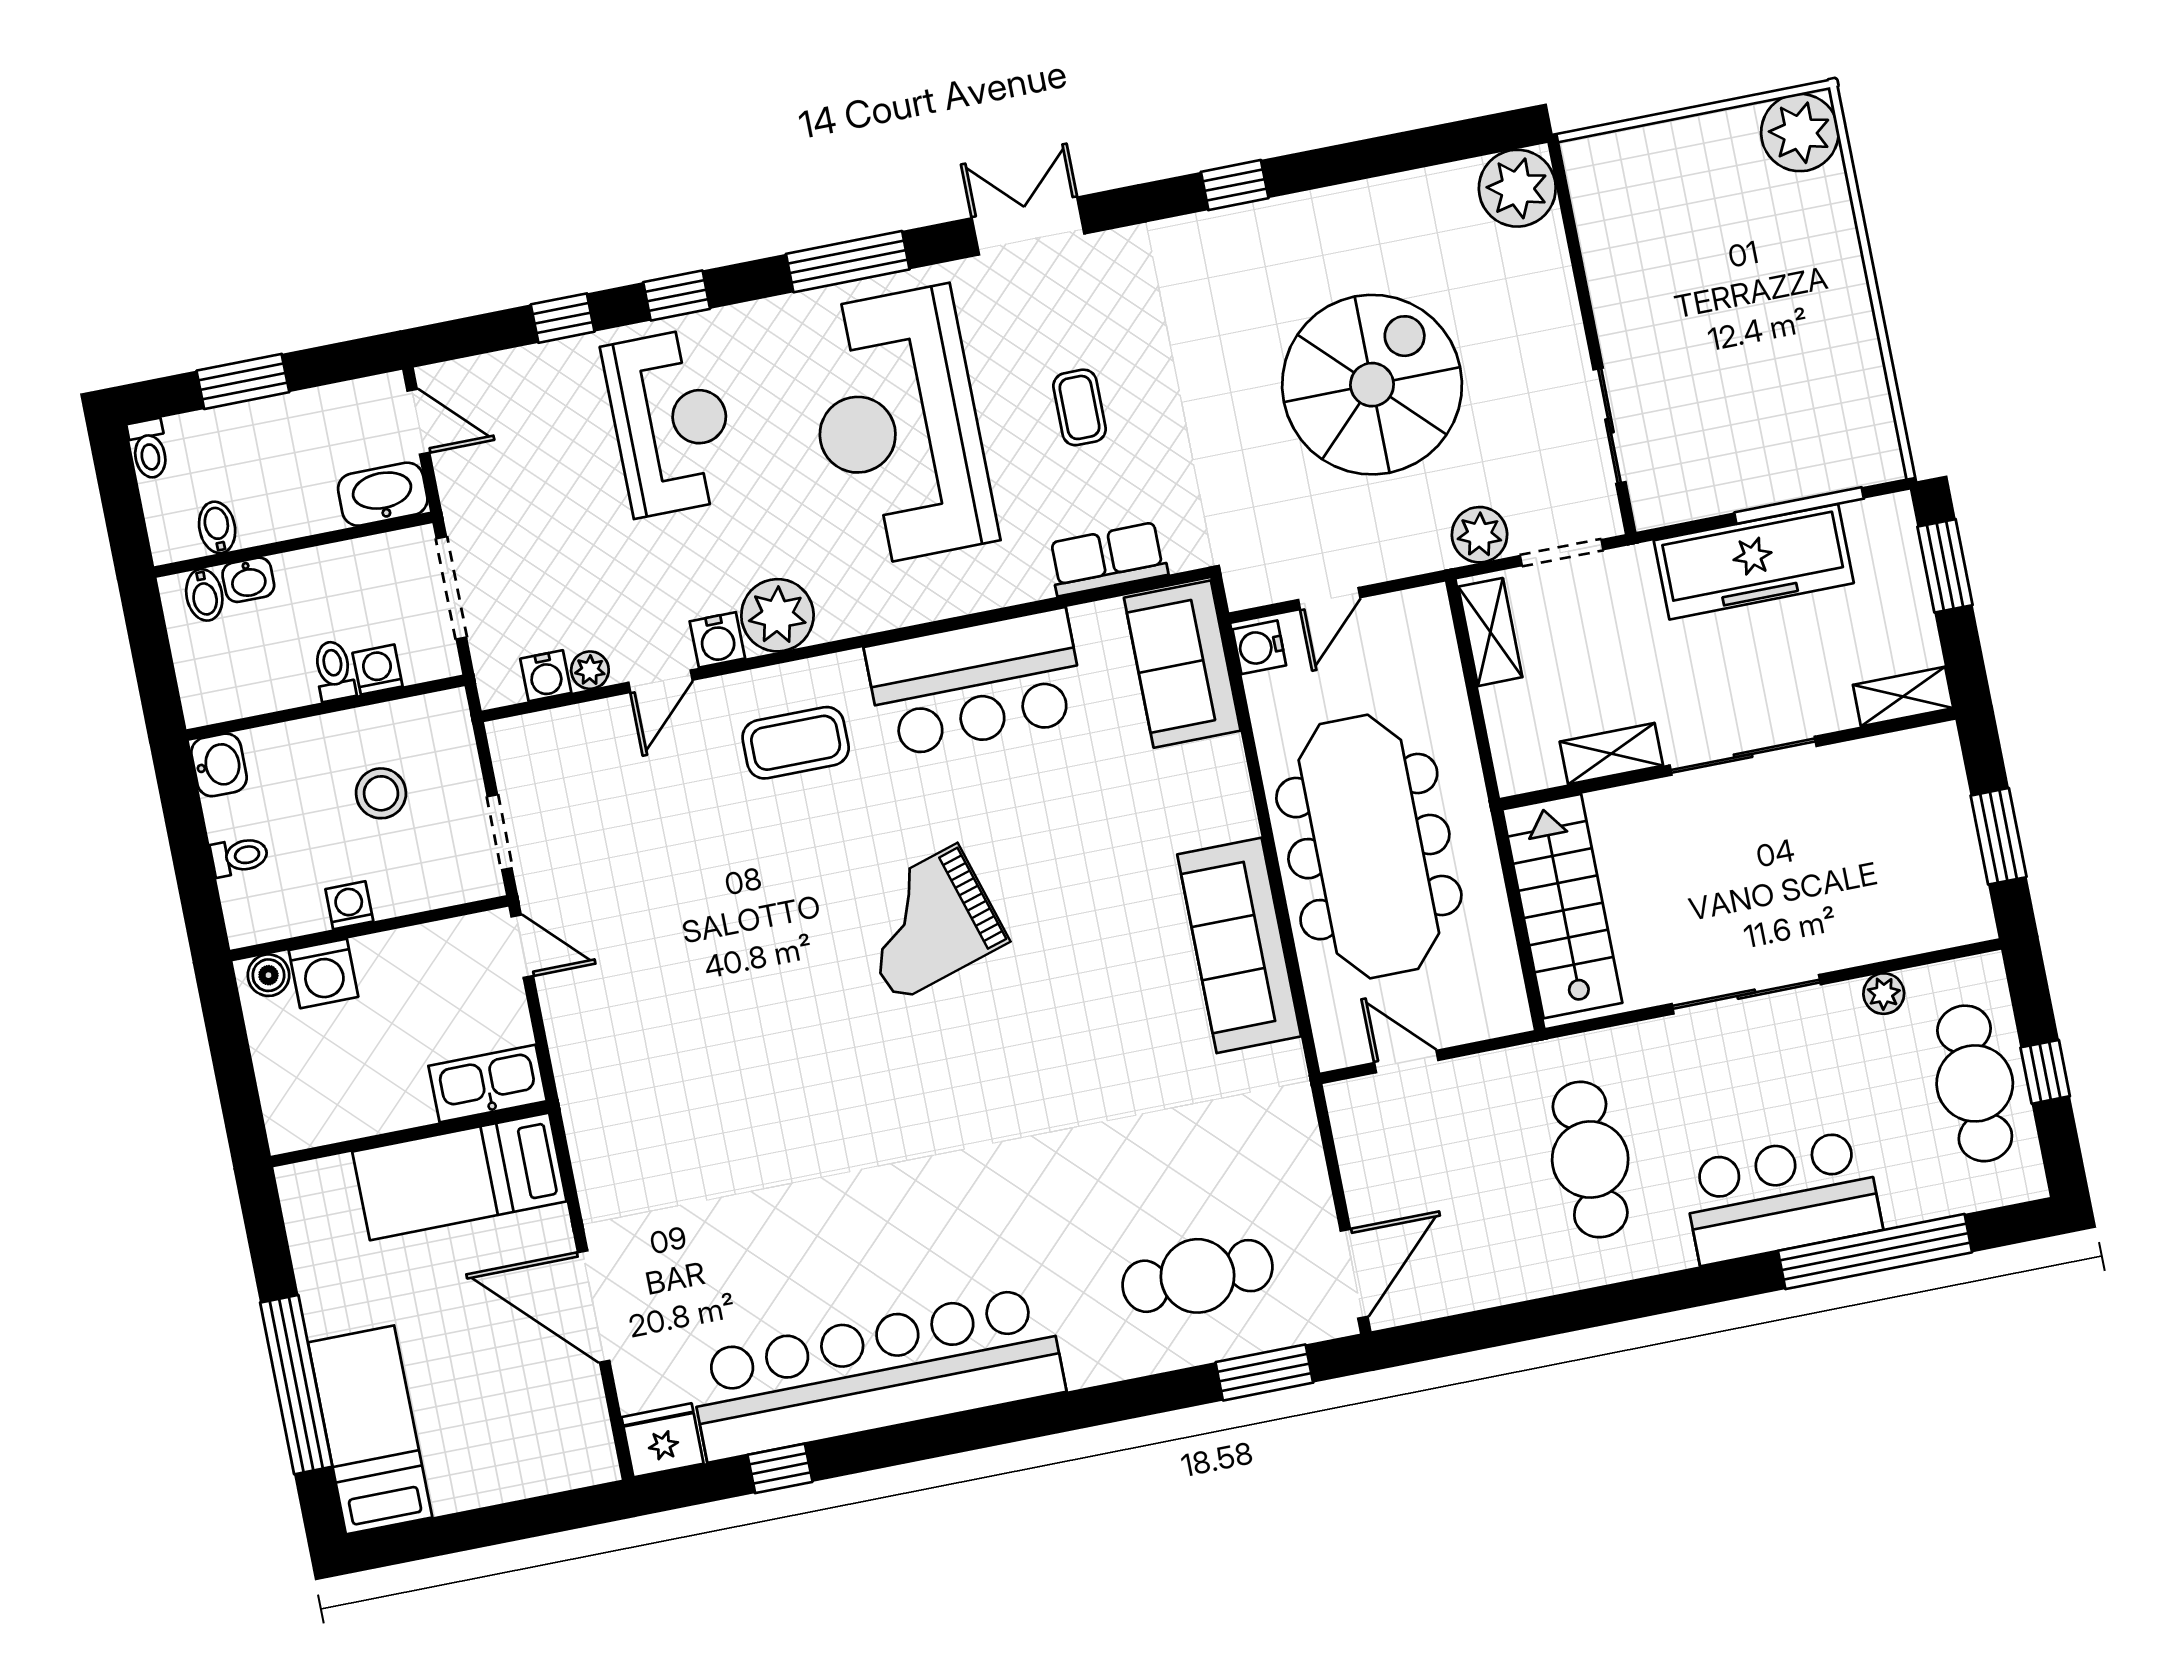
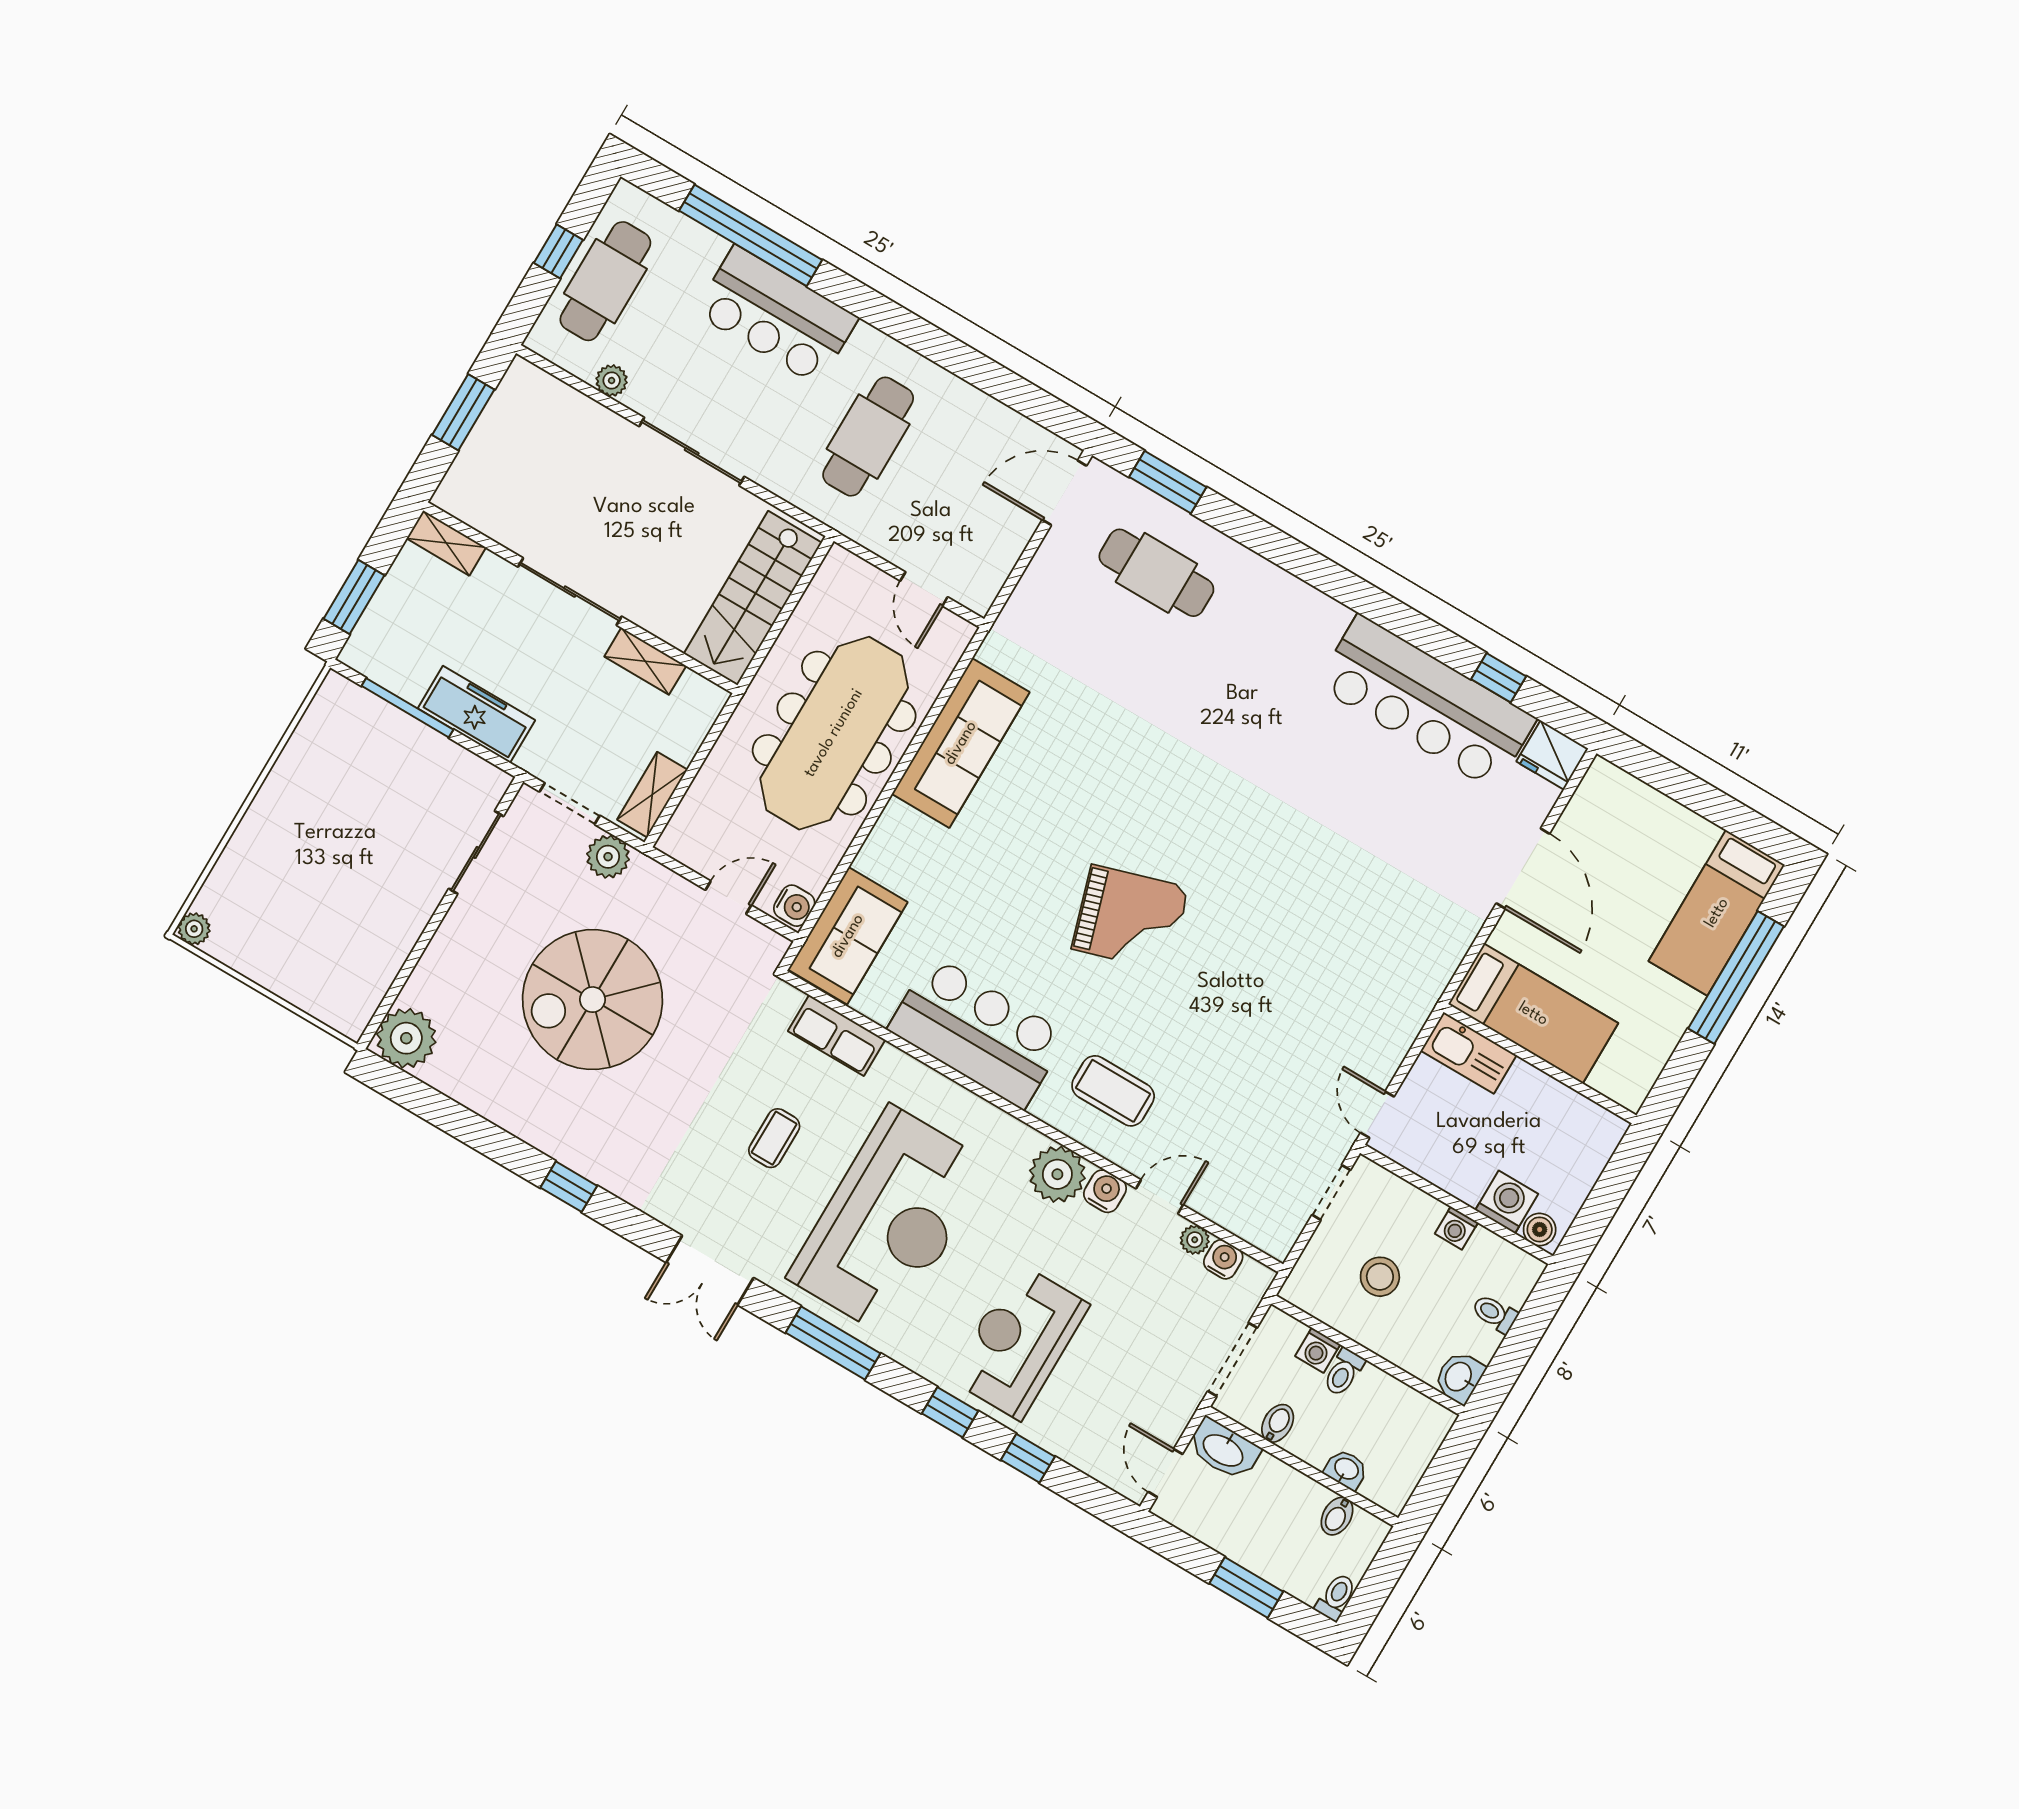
plant: (1800, 133) -> (194, 929), width x0.53, depth x0.53
freezer: (1754, 562) -> (476, 714), width x0.73, depth x0.79
bidet: (204, 595) -> (1278, 1423), moved
bar counter: (876, 1374) -> (1426, 702), width x0.73

